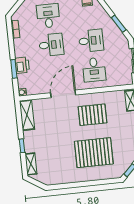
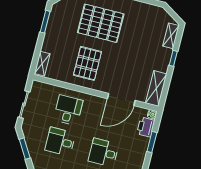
printer: (22, 65) -> (146, 127), moved
door: (63, 94) -> (121, 100), moved
pallet: (92, 115) -> (87, 63), turned 90

